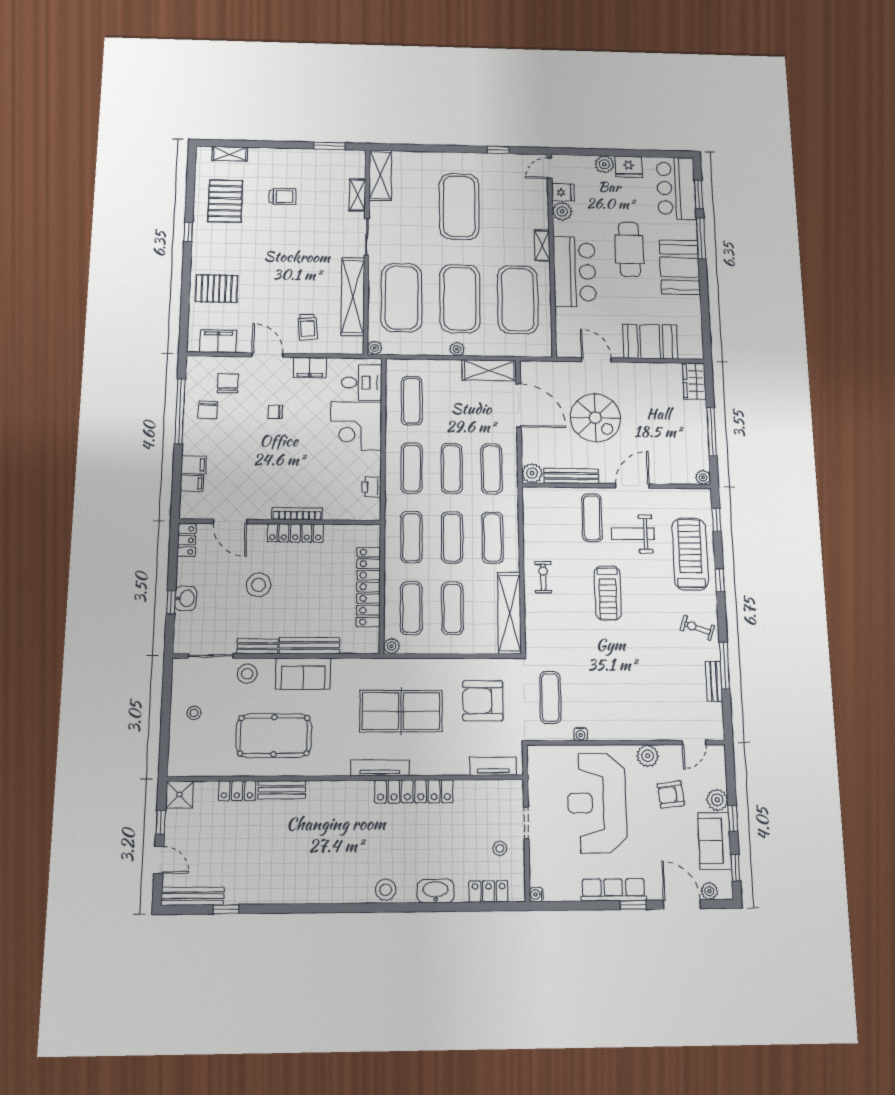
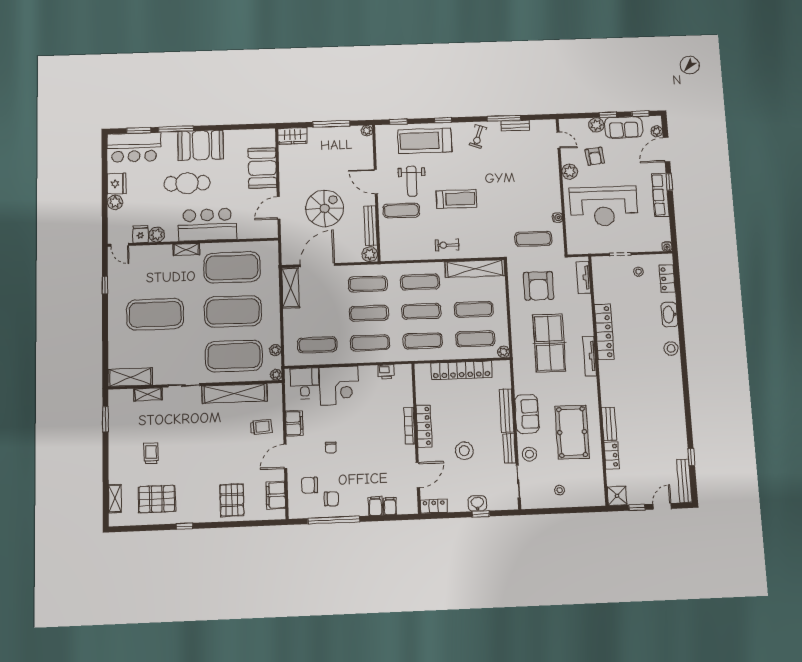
plant: (457, 349) -> (275, 350), moved

